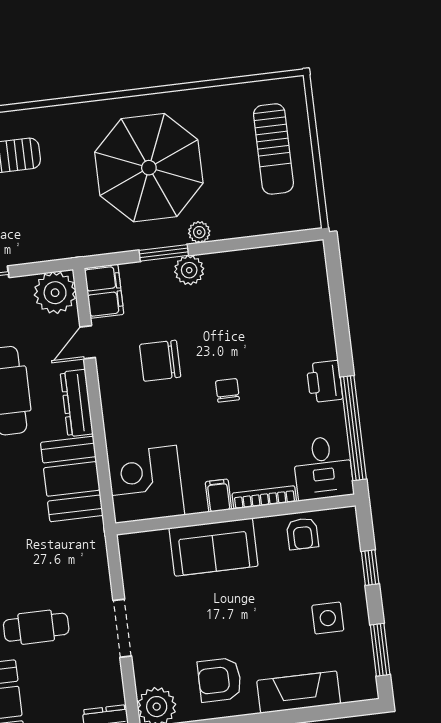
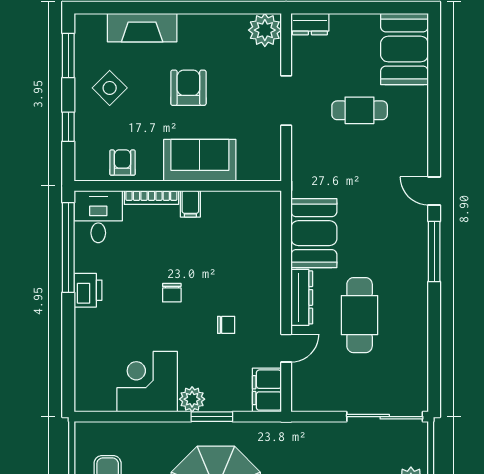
plant: (199, 232) -> (180, 431), removed
plant: (55, 293) -> (309, 394), removed
chair: (160, 361) -> (226, 325), width x0.54, depth x0.54
corner desk: (146, 484) -> (147, 382), moved, turned 180
side table: (328, 618) -> (110, 88), turned 45
armchair: (220, 680) -> (188, 88), moved, turned -90

